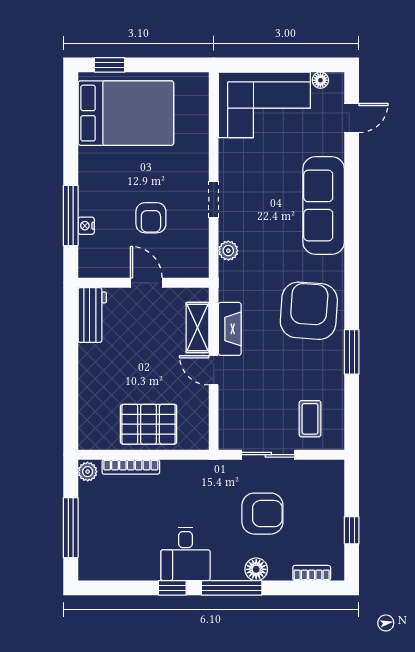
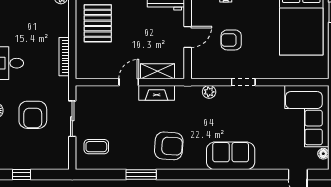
sofa: (324, 206) -> (231, 156), width x0.73
armchair: (309, 311) -> (169, 146), width x0.73, depth x0.73
pallet: (149, 424) -> (98, 23), moved
bookcase: (131, 467) -> (64, 57), moved

